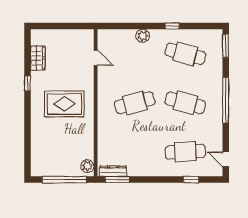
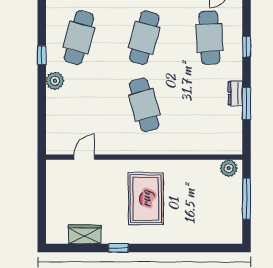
plant: (143, 36) -> (55, 81), moved
dresser: (113, 171) -> (235, 93), moved, width x0.70
window: (64, 180) -> (247, 199), width x0.68
window: (117, 180) -> (247, 103), moved
window: (191, 180) -> (247, 47), moved

